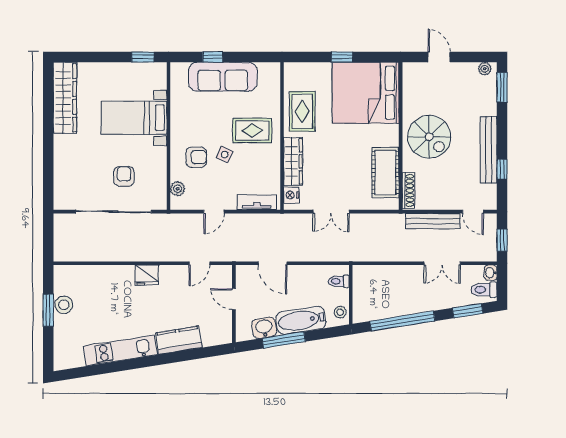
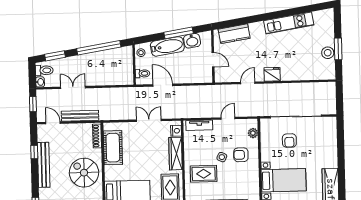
door: (199, 263) -> (248, 83), moved
door: (272, 263) -> (163, 85), moved
kitchen counter: (179, 340) -> (234, 34), moved

